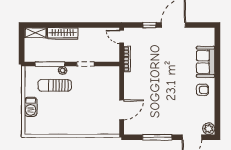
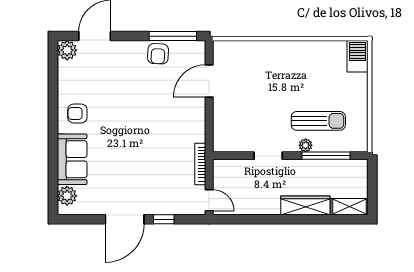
plant: (209, 39) -> (67, 196), added
barbecue: (31, 107) -> (358, 56), moved
armchair: (153, 127) -> (158, 54), added
window: (157, 137) -> (173, 36), moved

